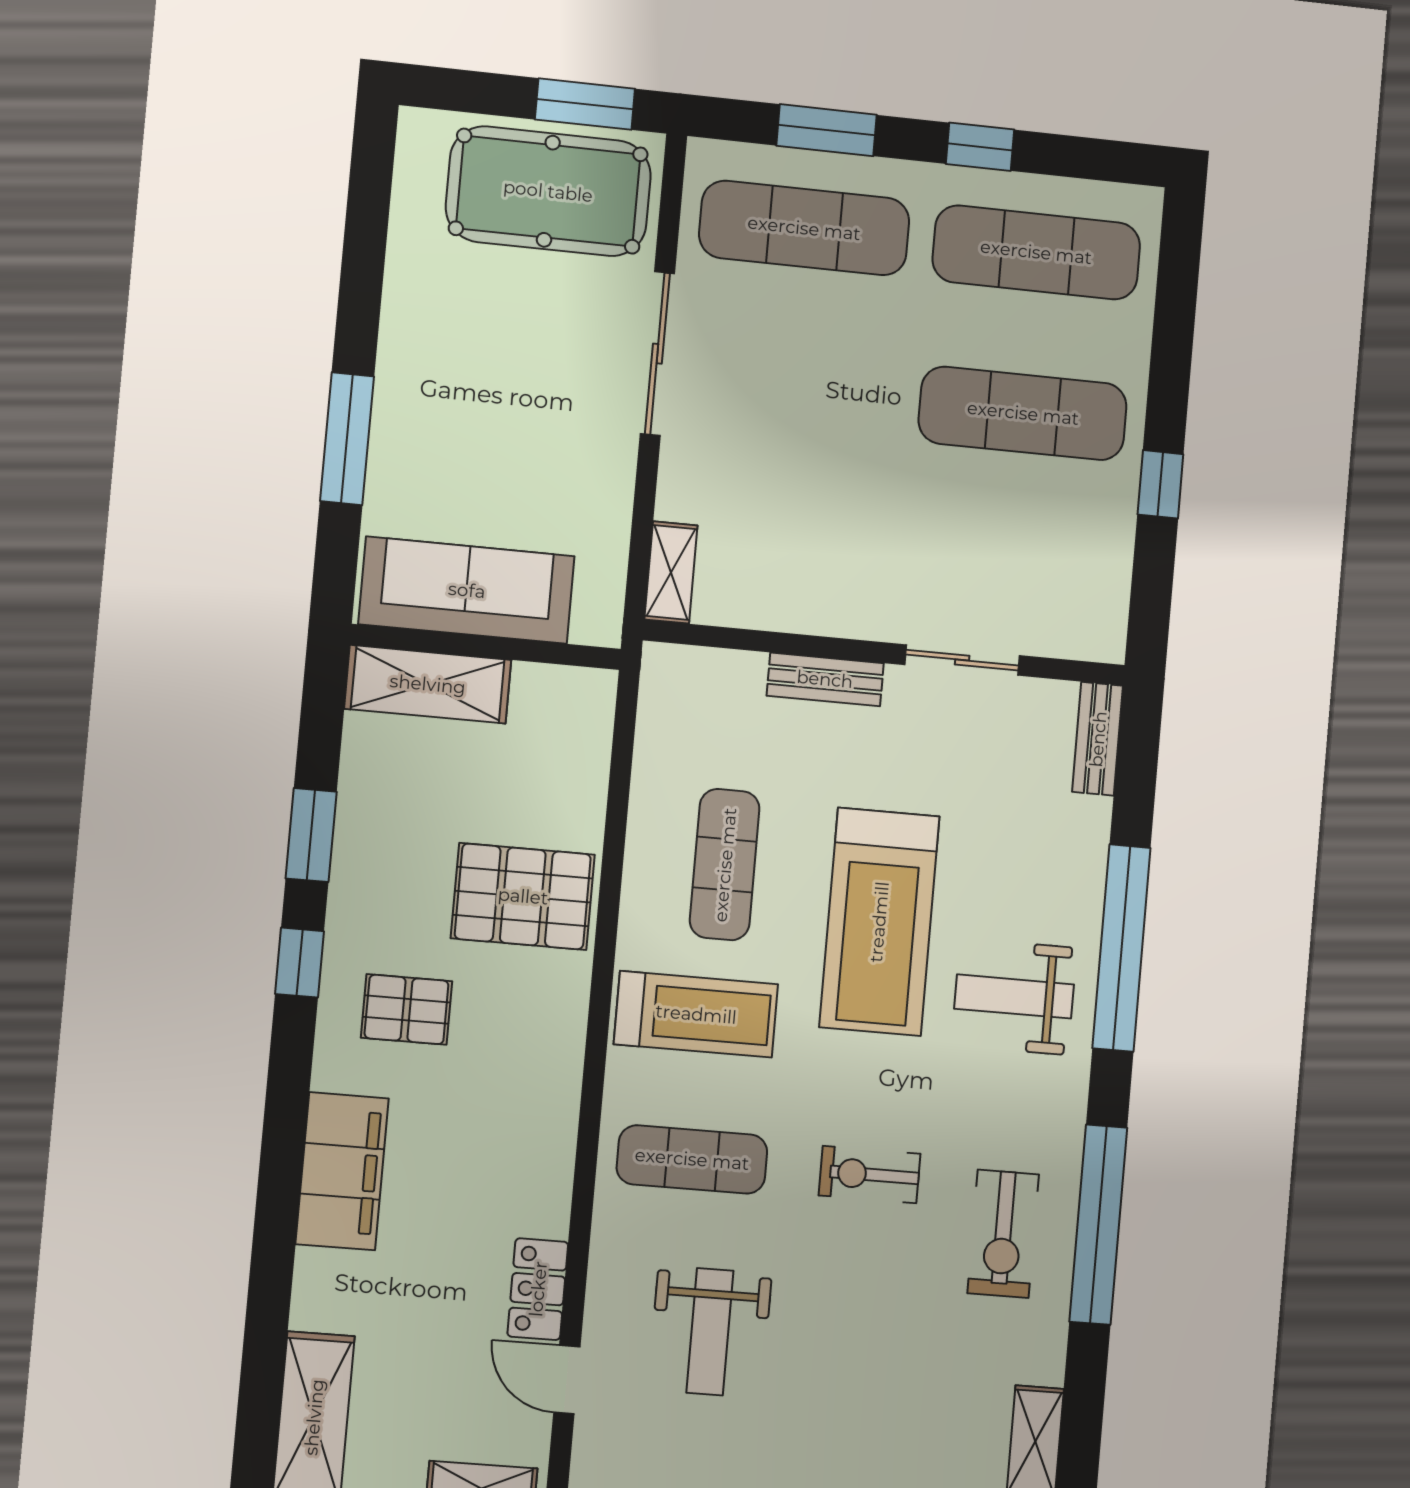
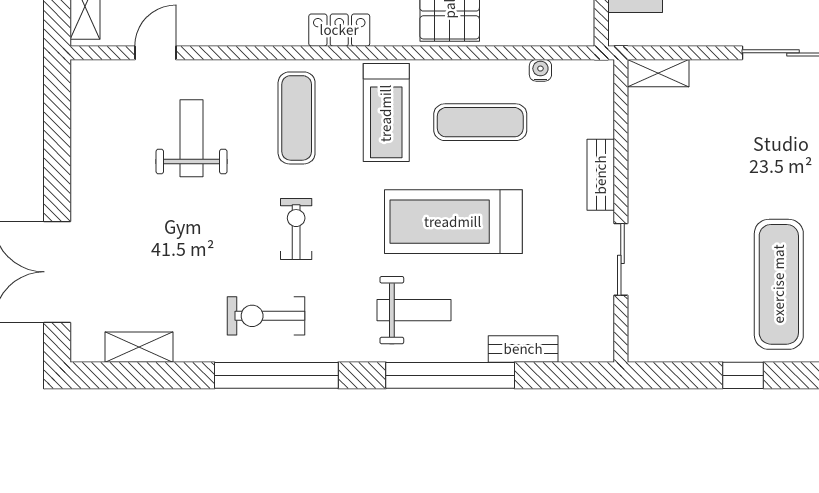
bench: (1098, 739) -> (523, 349), moved
water cooler: (650, 761) -> (540, 70), added
weight bench: (1014, 996) -> (414, 310), turned 90
locker: (538, 1289) -> (339, 30), moved
weight bench: (710, 1332) -> (192, 138), turned 90

